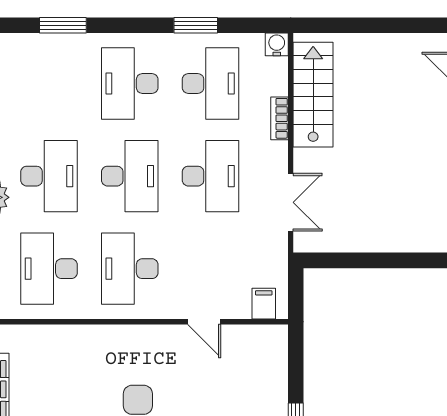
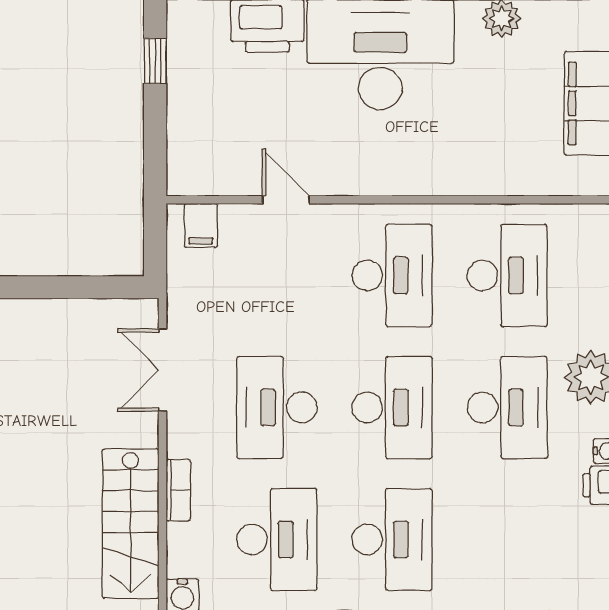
desk: (210, 83) -> (277, 540), turned 180
desk: (49, 176) -> (507, 407), turned 180
desk: (130, 176) -> (392, 407), turned 180

